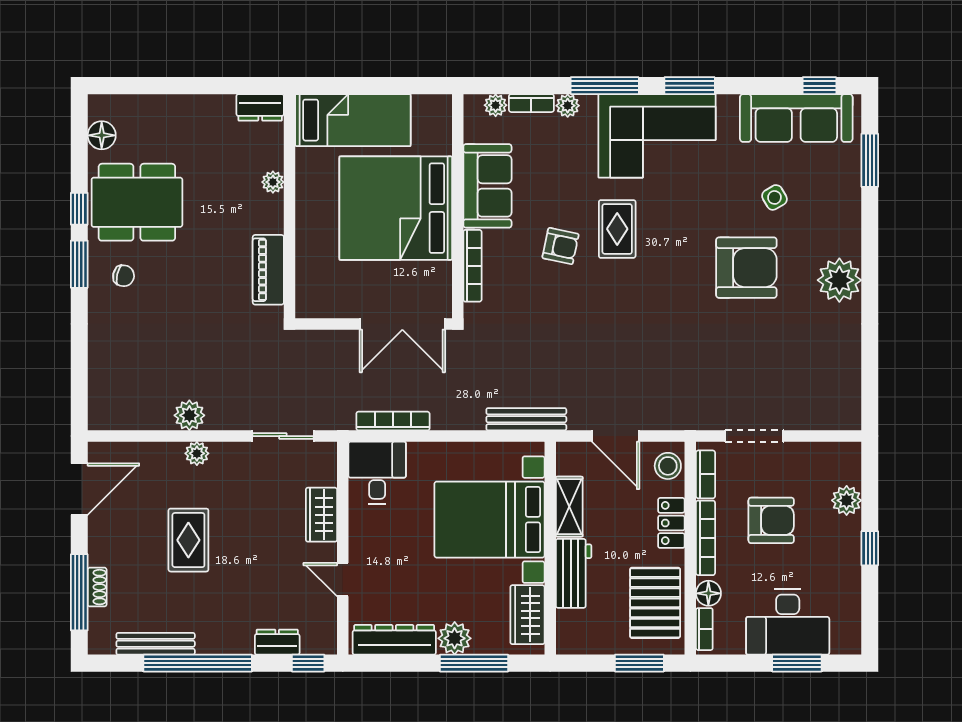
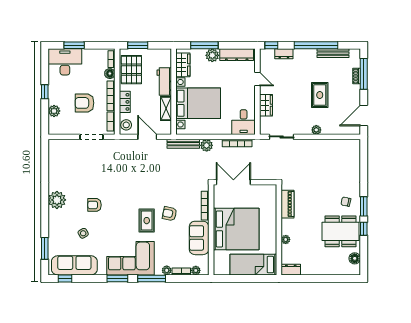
armchair: (746, 268) -> (95, 205), width x0.53, depth x0.53
plant: (189, 415) -> (207, 145), moved
desk: (788, 622) -> (65, 62), moved

